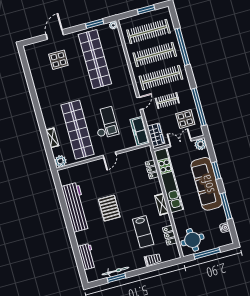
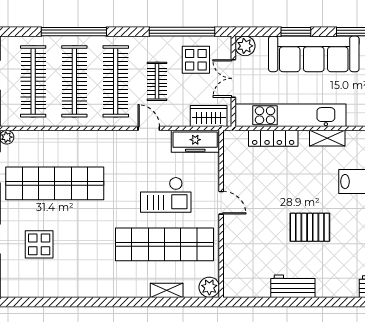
checkout: (105, 123) -> (166, 195), turned 180
locker: (152, 169) -> (273, 138), width x1.53
workbench: (76, 207) -> (293, 286), width x0.53, depth x0.76

